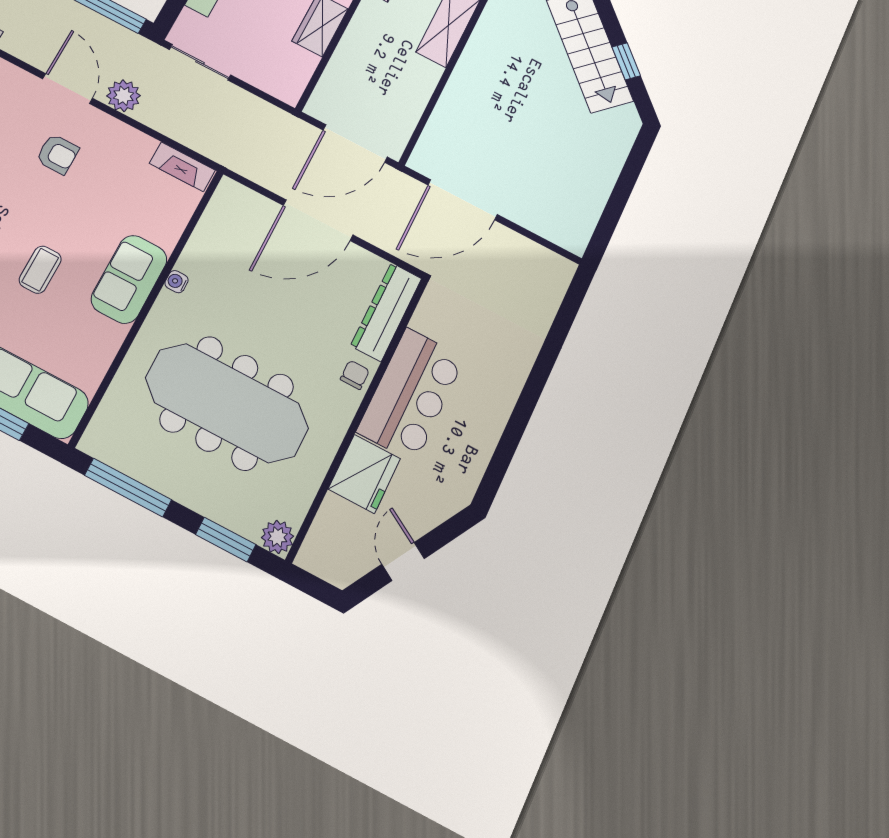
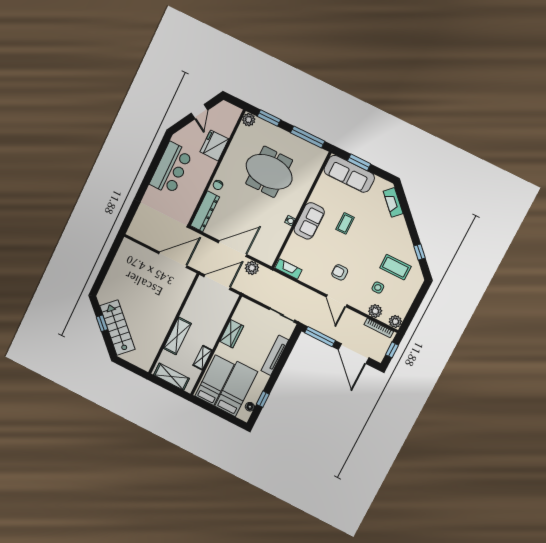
plant: (124, 96) -> (252, 268), moved
bar counter: (411, 395) -> (171, 168), moved, turned 180
meeting table: (227, 403) -> (269, 172), width x0.73

